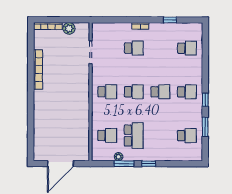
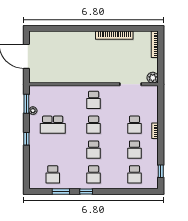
window: (170, 20) -> (161, 171), moved
plant: (69, 28) -> (153, 78), moved
school desk: (107, 135) -> (134, 150), moved
window: (124, 164) -> (26, 104), moved

